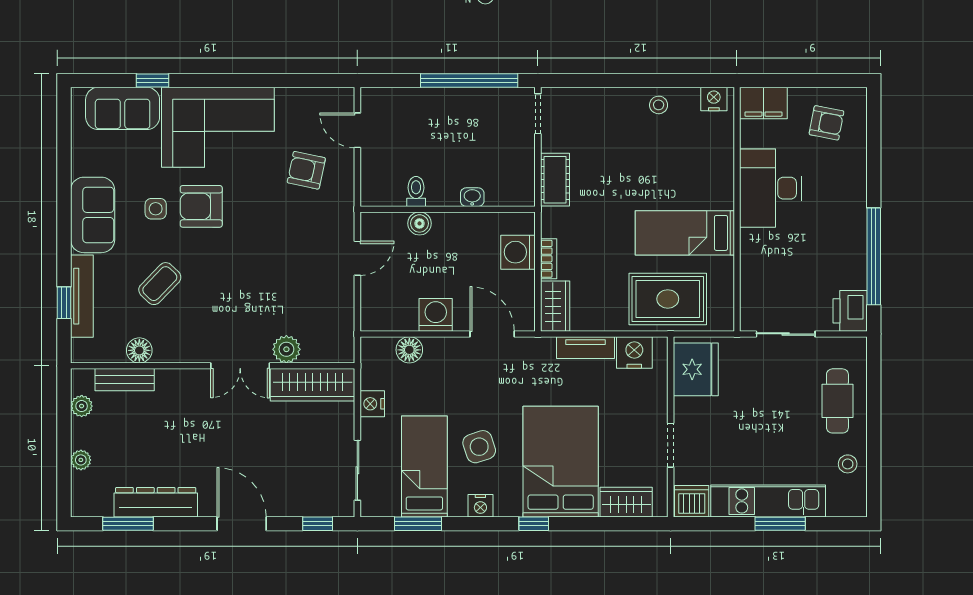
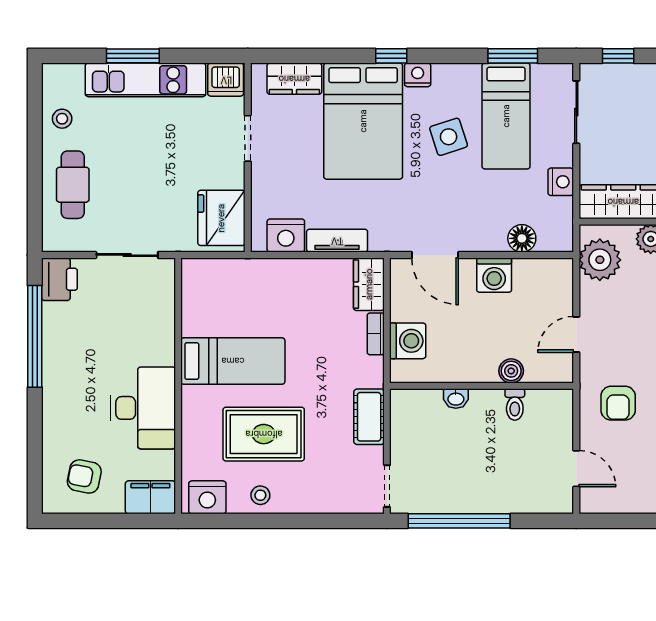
nightstand: (714, 99) -> (207, 497), width x1.36, depth x1.33
armchair: (306, 170) -> (618, 403), moved, turned 78
rug: (668, 299) -> (264, 434), moved
plant: (335, 329) -> (600, 260), added
nightstand: (480, 506) -> (418, 75), moved

